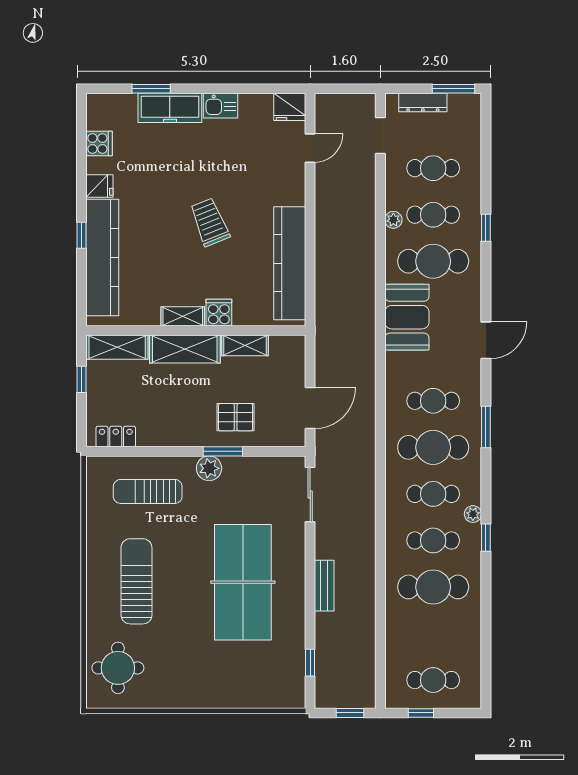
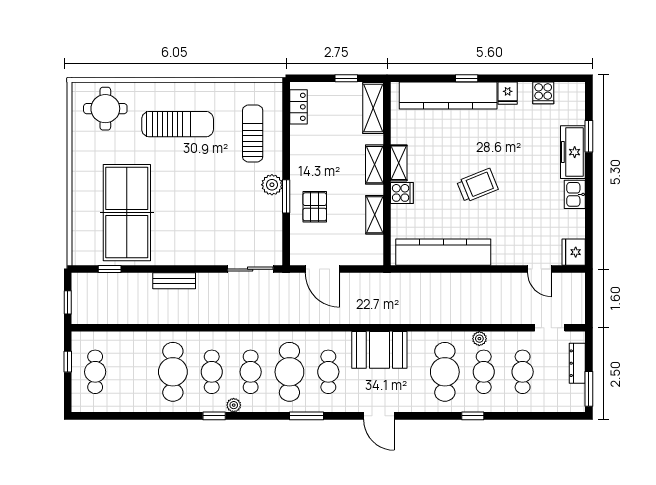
booth: (407, 317) -> (379, 350), moved
shelving: (185, 349) -> (375, 165), width x0.67, depth x0.75
table tennis table: (243, 582) -> (127, 213), moved, turned 90

